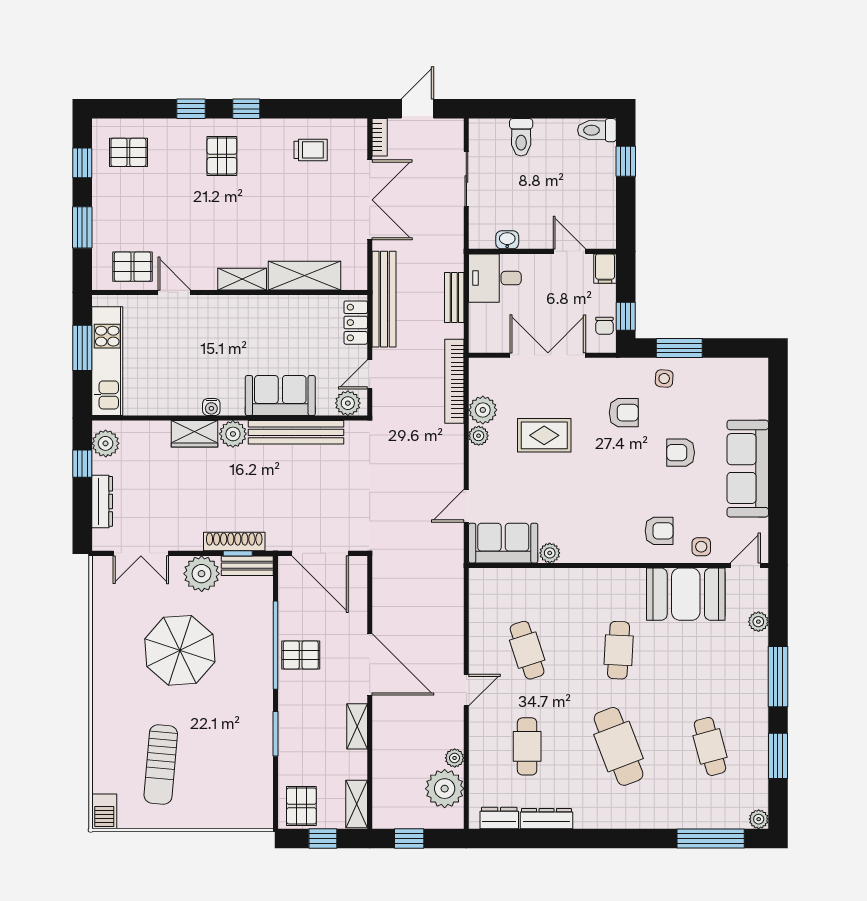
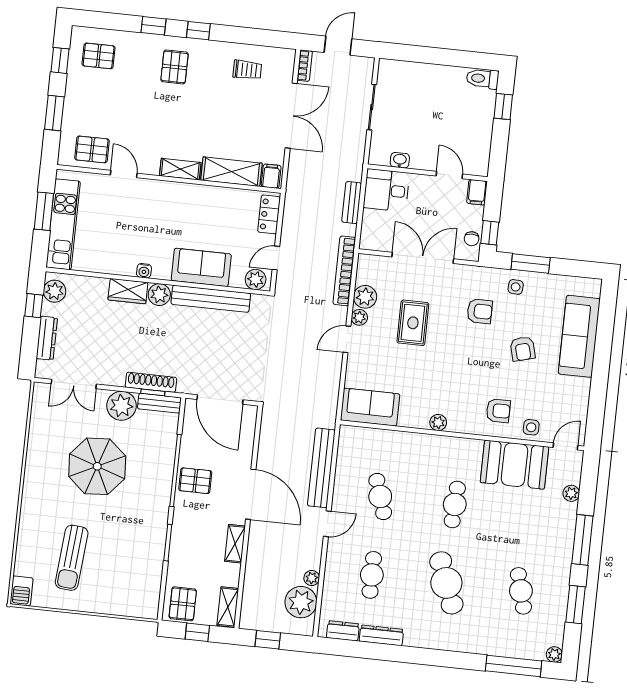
toilet: (521, 137) -> (420, 78), removed
filing cabinet: (353, 276) -> (271, 176), added
bench: (384, 299) -> (321, 468), moved
rug: (544, 435) -> (413, 323), turned 90
armchair: (681, 453) -> (523, 349), turned -105
sofa: (748, 469) -> (579, 336), moved
door: (466, 506) -> (347, 339), moved
plant: (550, 553) -> (438, 423), moved

